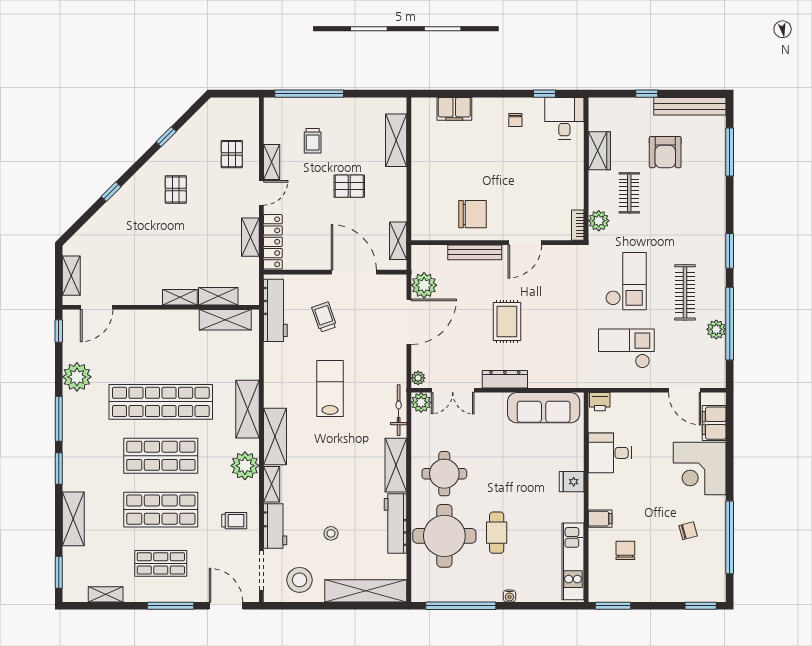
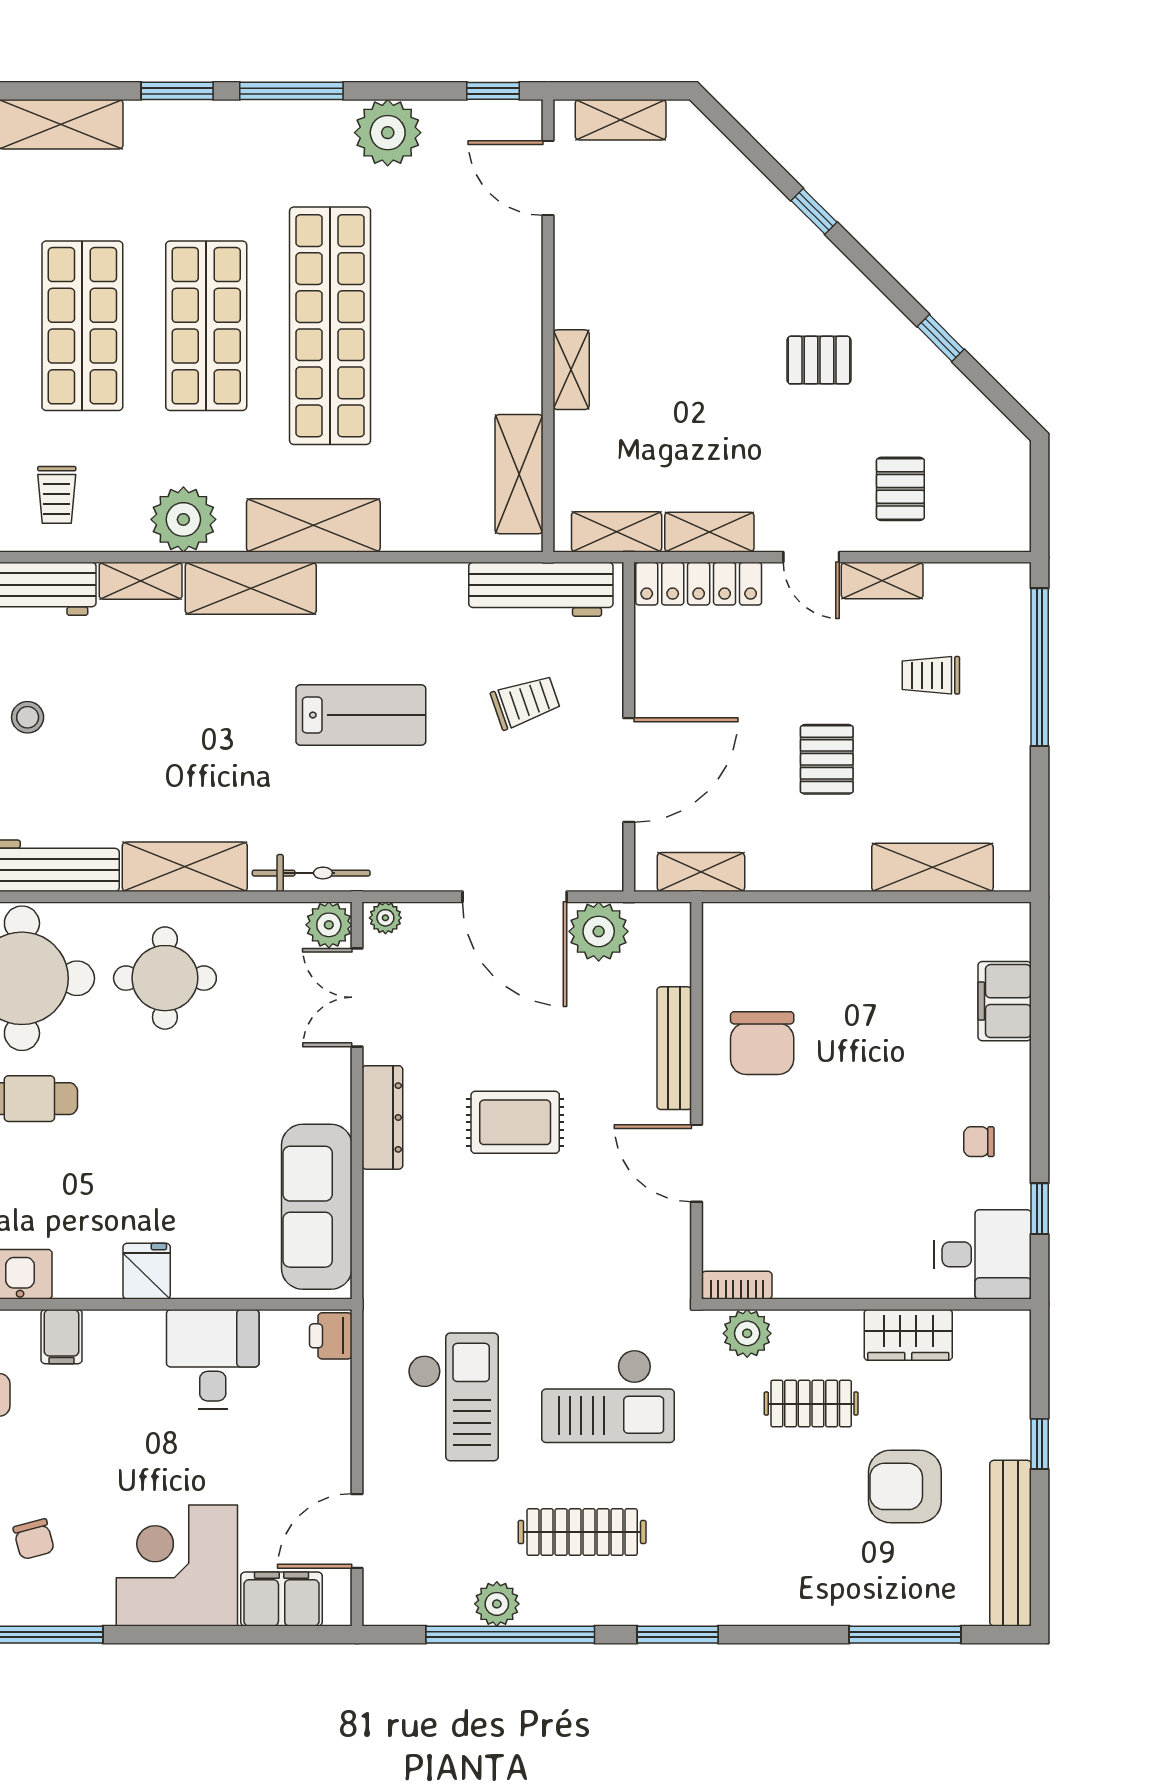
pallet: (232, 154) -> (900, 489), turned 90
shelving: (218, 296) -> (617, 532), moved, turned 90

